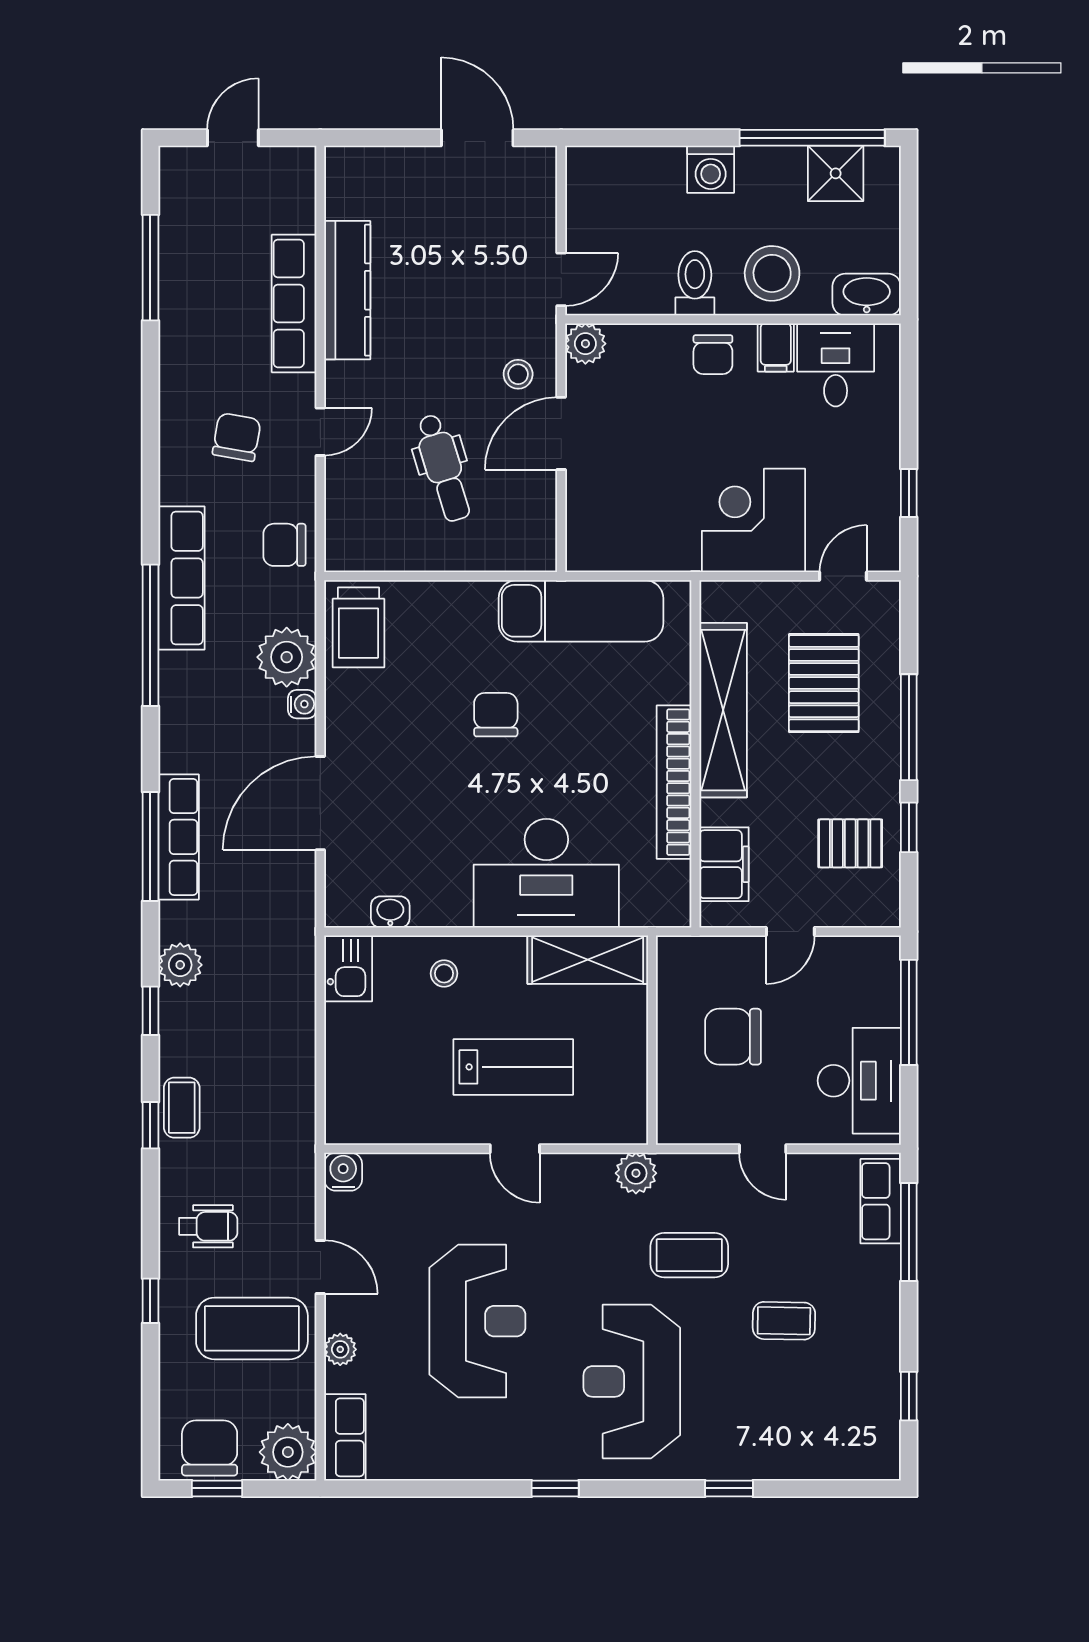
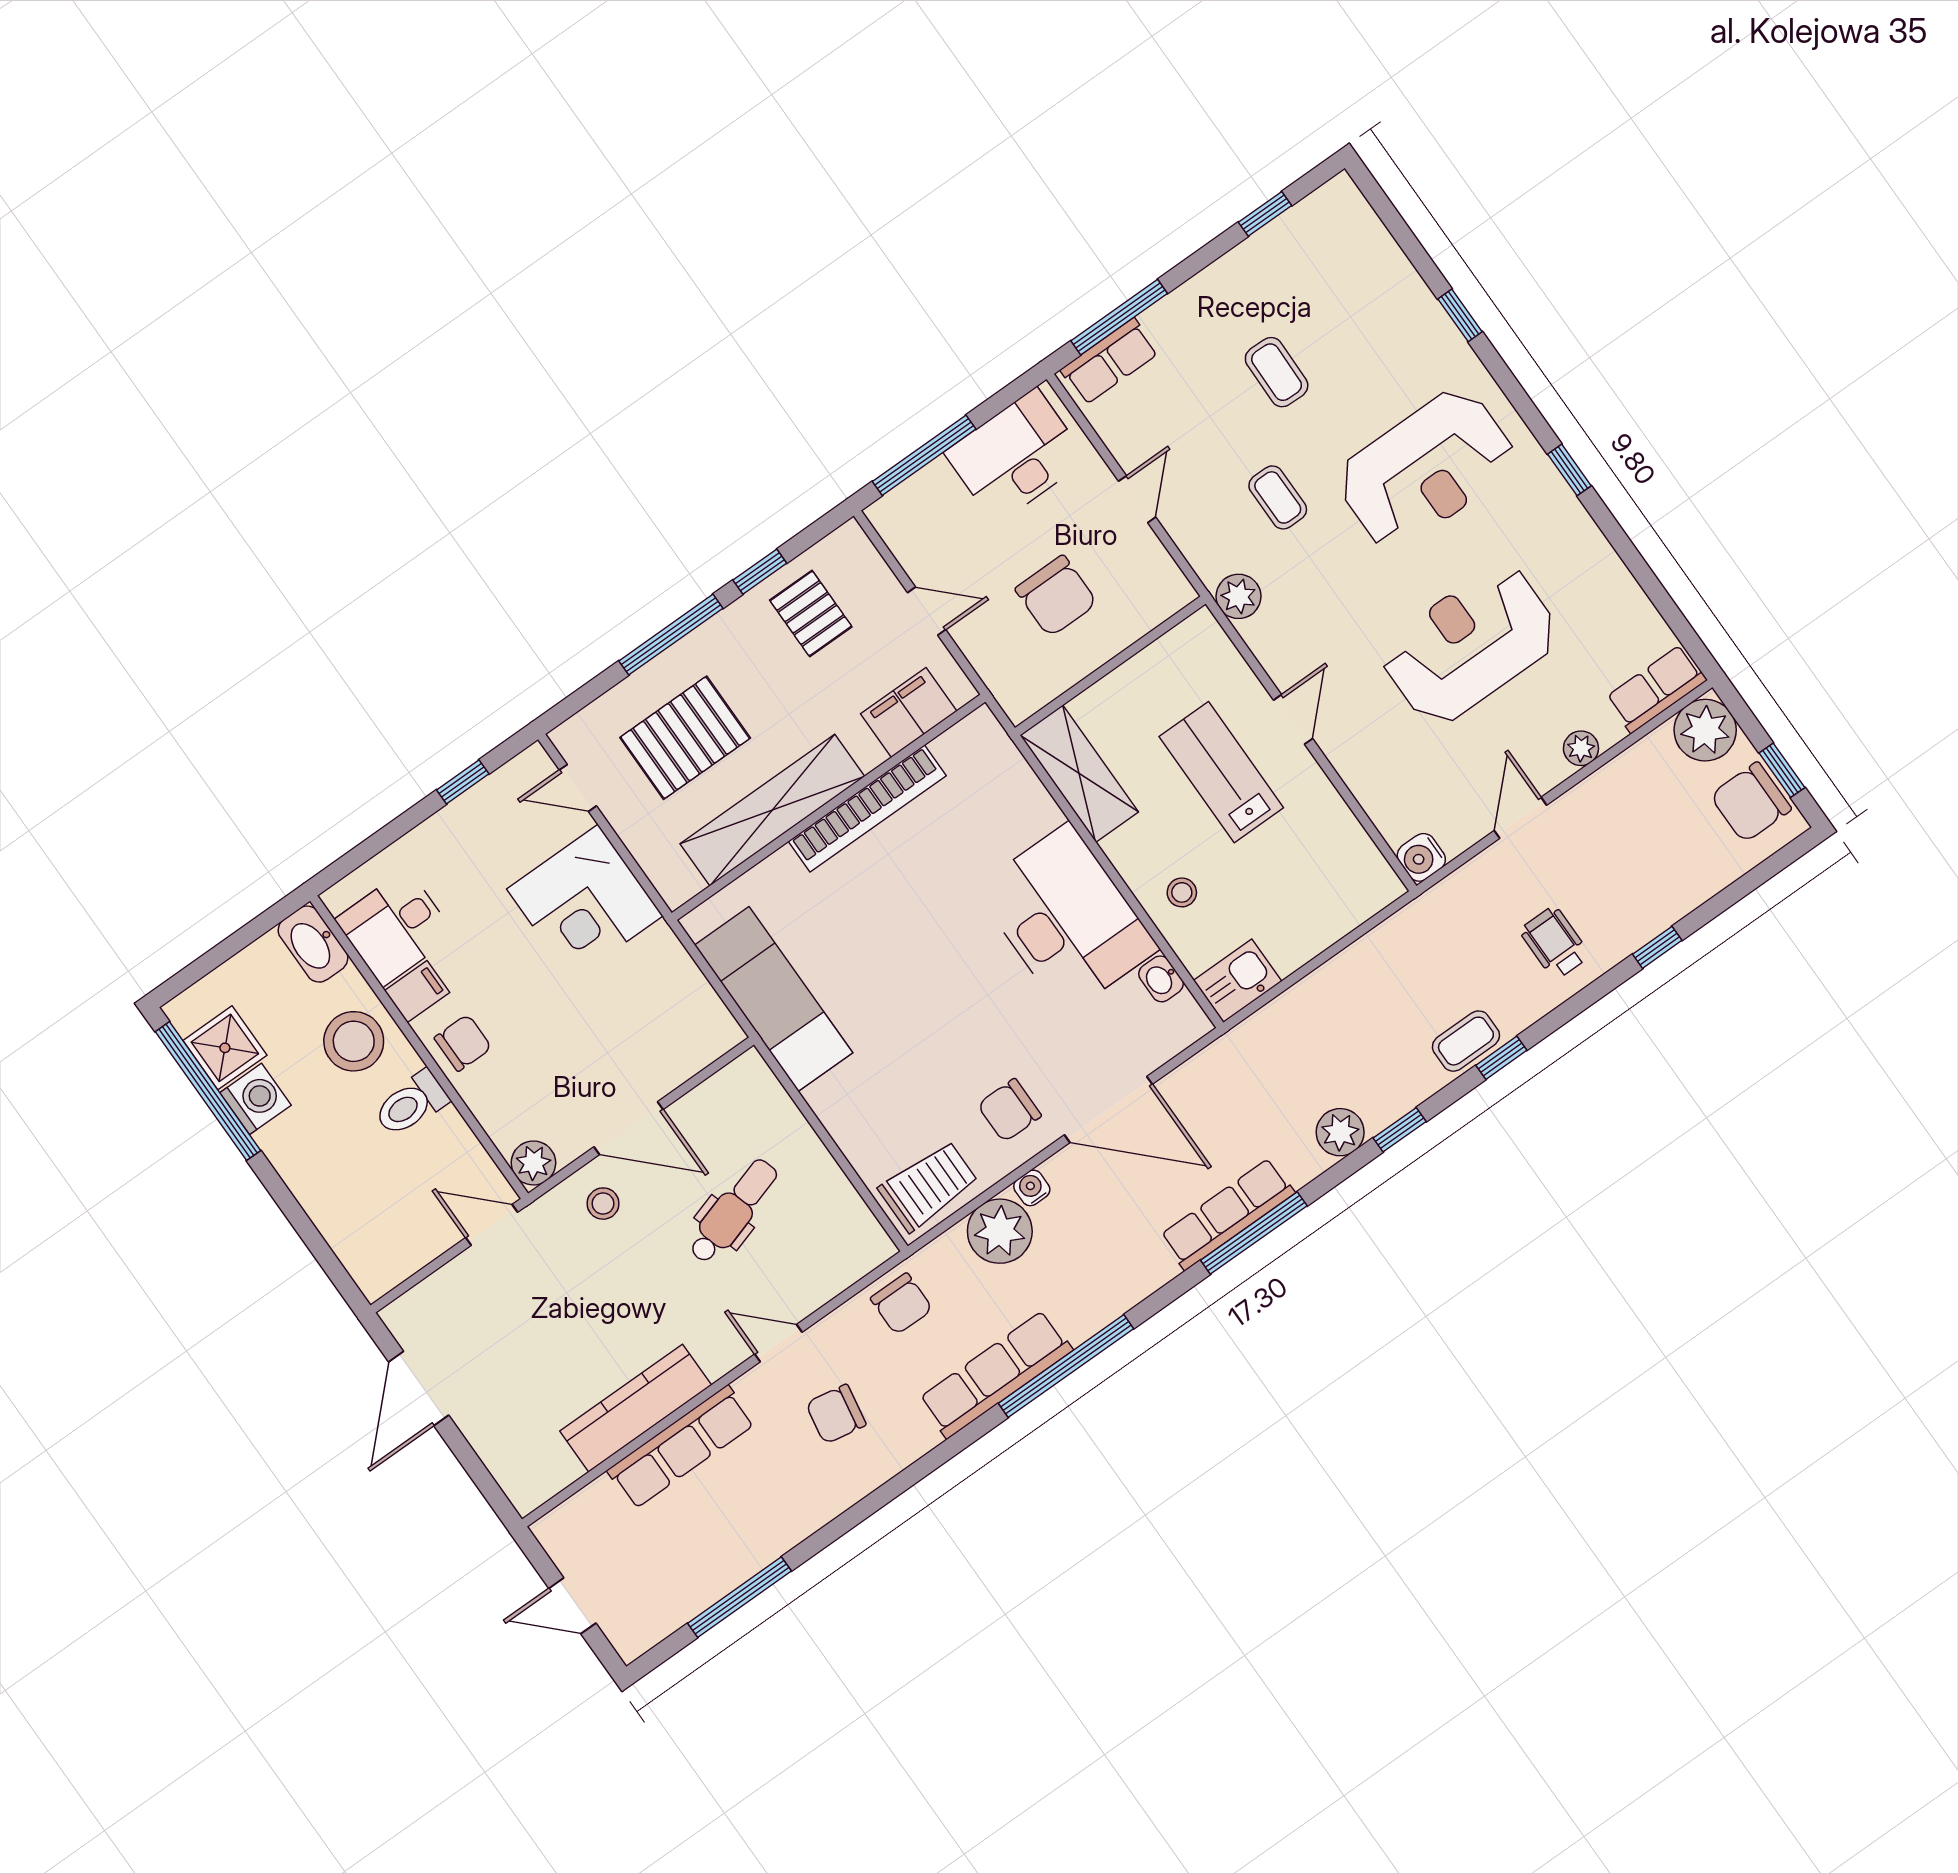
washing machine: (711, 169) -> (255, 1099), moved
chair: (496, 715) -> (1009, 1110), moved
desk: (546, 873) -> (1067, 919), moved
coffee table: (689, 1255) -> (1278, 497), width x0.73, depth x0.77
coffee table: (252, 1328) -> (1618, 840), removed

